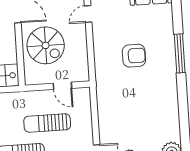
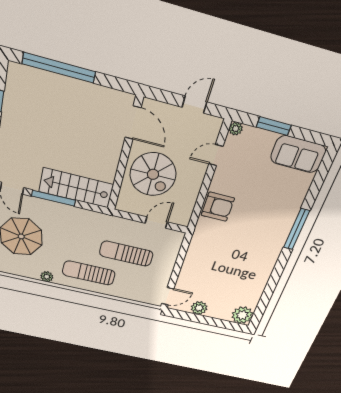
armchair: (134, 56) -> (218, 207), moved
door: (62, 86) -> (156, 223), swing flipped

